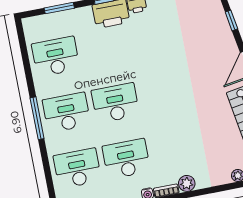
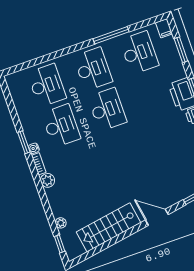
filing cabinet: (32, 24) -> (164, 28), added
window: (37, 118) -> (111, 35), moved

